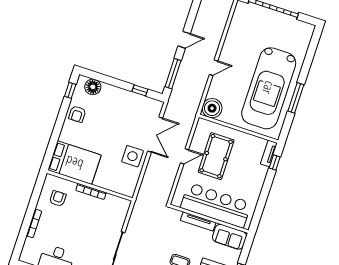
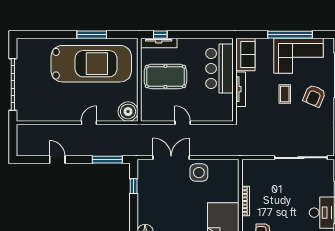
door: (184, 40) -> (57, 160), moved
door: (214, 68) -> (89, 123), hinge flipped
tv unit: (269, 153) -> (159, 43), width x1.41
pool table: (216, 156) -> (165, 76), moved
bar counter: (216, 205) -> (220, 68), width x0.73

